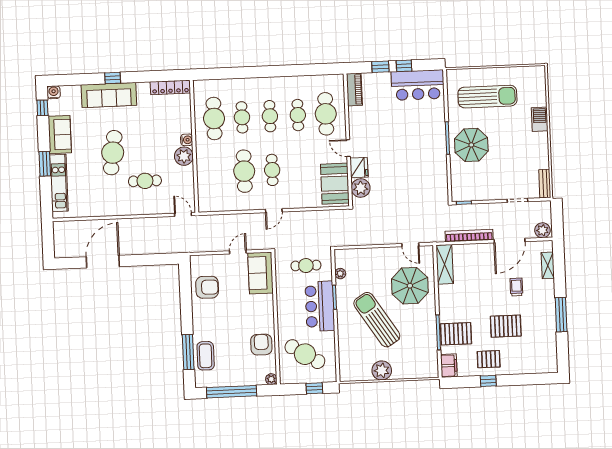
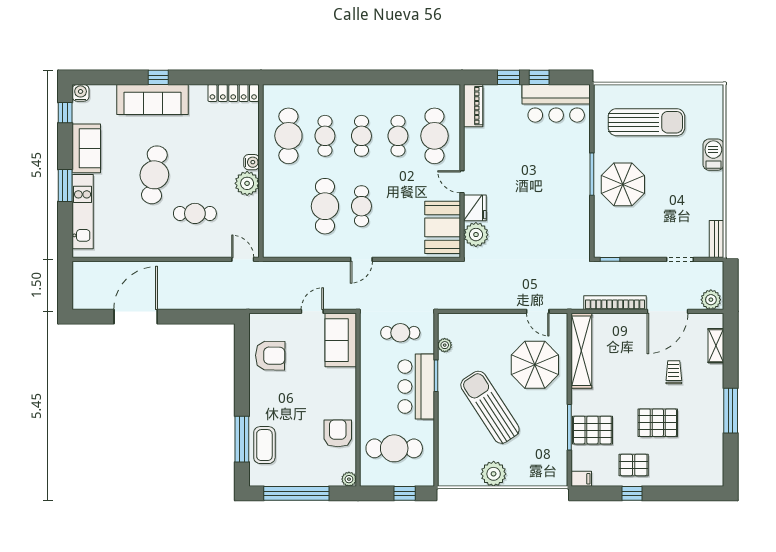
shelving: (445, 264) -> (581, 351), width x1.47
cafe table: (305, 354) -> (394, 448), turned -32
filing cabinet: (449, 366) -> (581, 479), width x0.50

